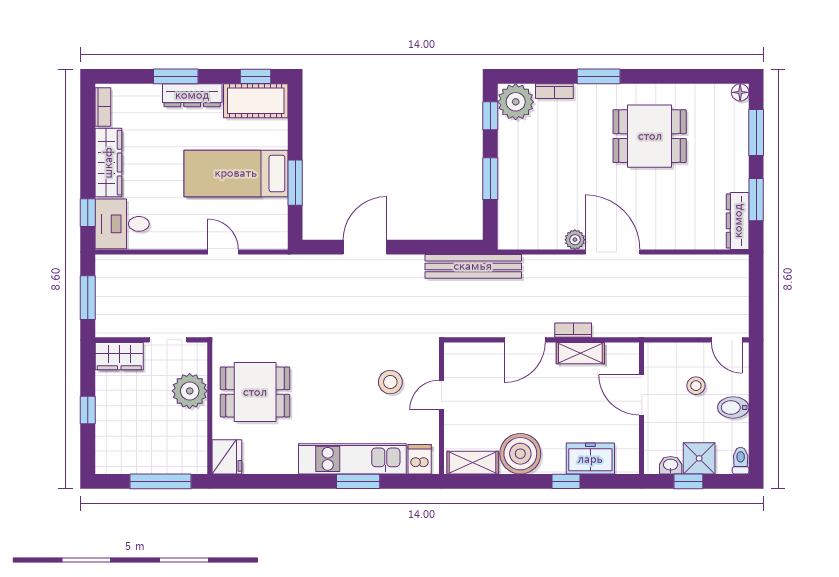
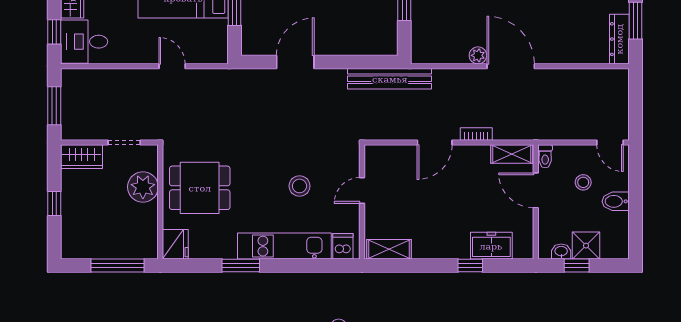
shelving: (580, 353) -> (512, 154), moved
stool: (390, 382) -> (300, 186), moved
boiler: (520, 454) -> (430, 241), removed
toilet: (741, 461) -> (545, 156), moved, turned 180
window: (358, 481) -> (241, 266), moved

